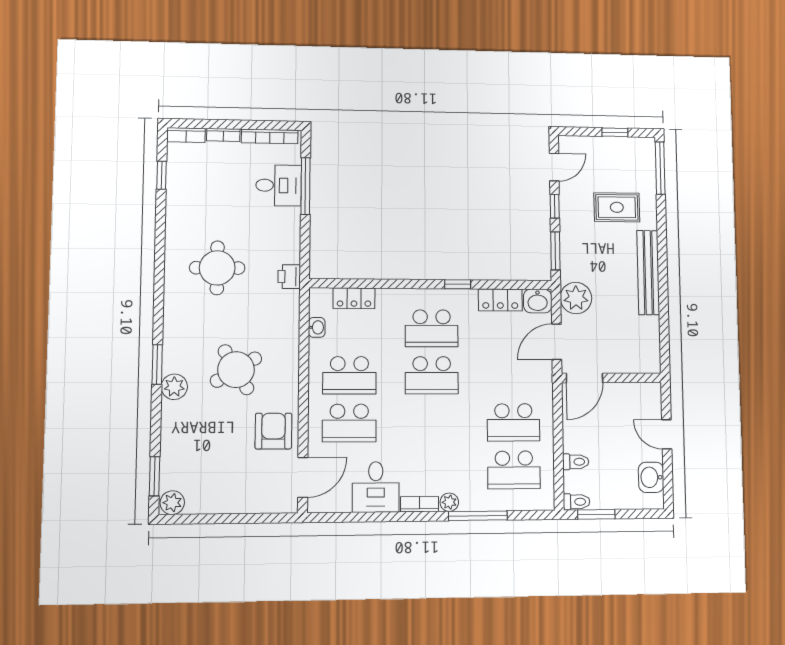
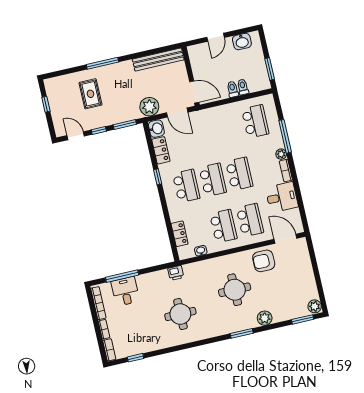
window: (660, 168) -> (103, 63), moved
bench: (648, 273) -> (158, 59), moved
round table: (236, 370) -> (235, 290), turned 31
plant: (174, 387) -> (265, 318), moved
school desk: (513, 422) -> (239, 174), moved
toilet: (576, 502) -> (233, 89), moved

